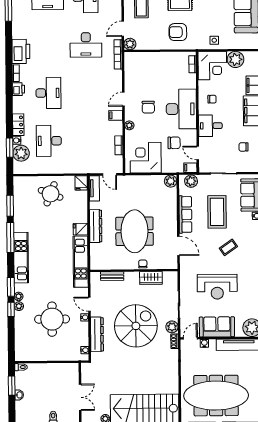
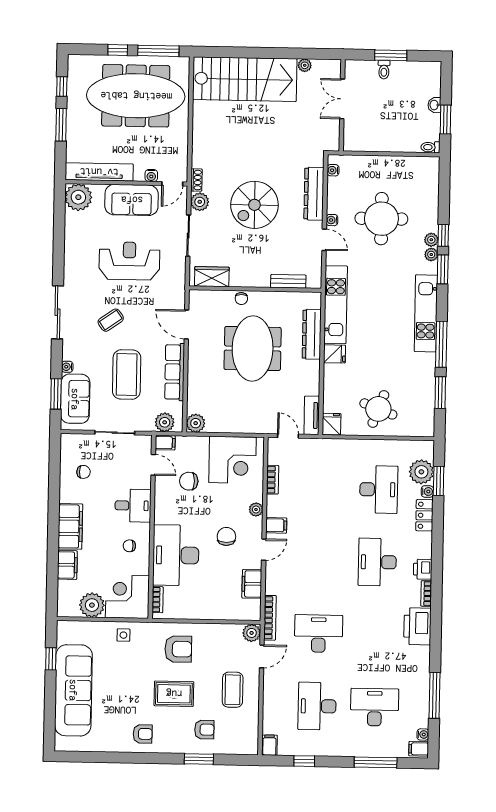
filing cabinet: (131, 76) -> (252, 584), added
desk: (181, 109) -> (176, 555), moved
dresser: (96, 226) -> (312, 334), moved
wardrobe: (151, 278) -> (212, 277), moved
spiral stairs: (136, 326) -> (254, 205), width x0.73, depth x0.73

